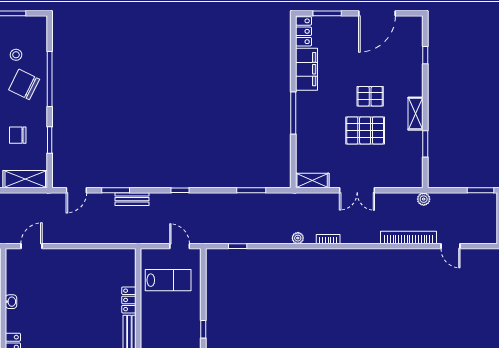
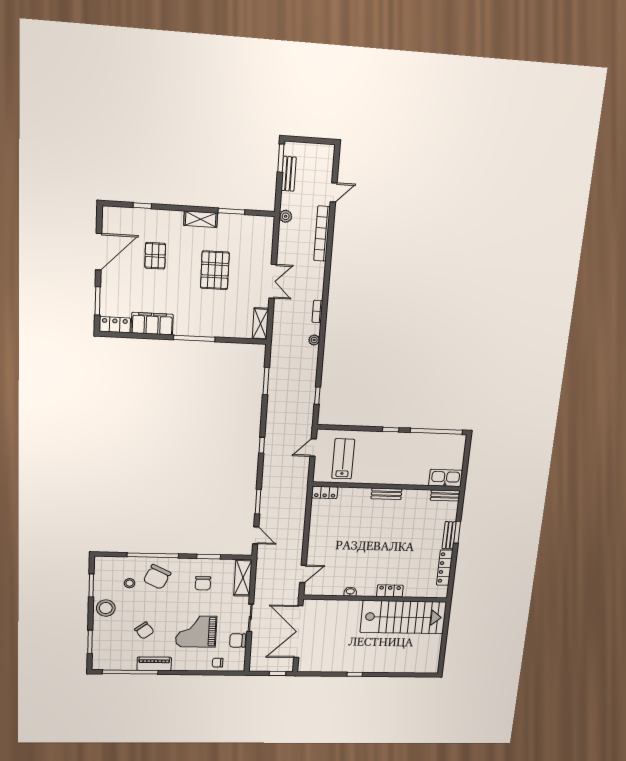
door: (377, 13) -> (99, 252), hinge flipped
pallet: (370, 96) -> (155, 256), moved
bench: (132, 199) -> (289, 174), moved
door: (32, 246) -> (303, 574), swing flipped
locker: (129, 300) -> (325, 492), moved

